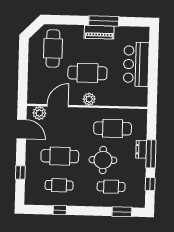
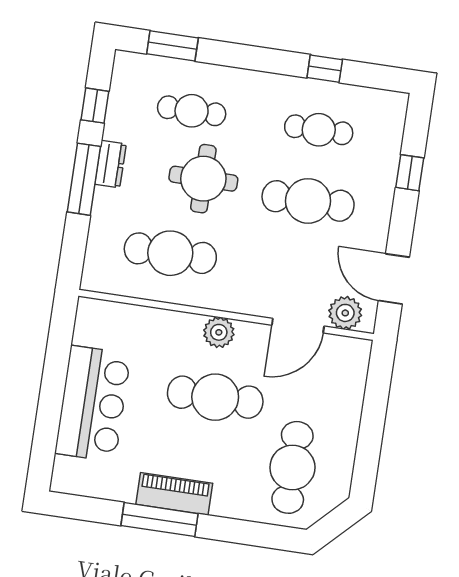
dresser: (141, 149) -> (110, 164), moved

